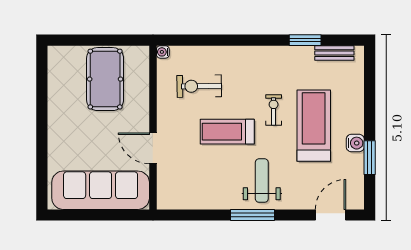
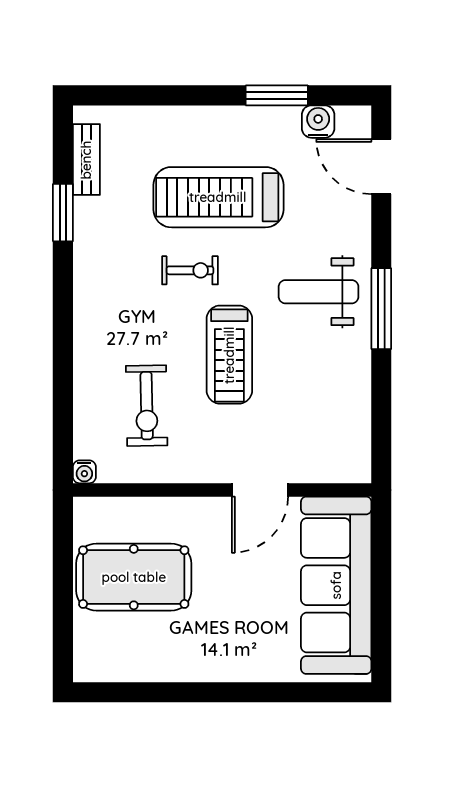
exercise bike: (274, 110) -> (190, 270), turned 180
water cooler: (355, 143) -> (318, 122), moved

